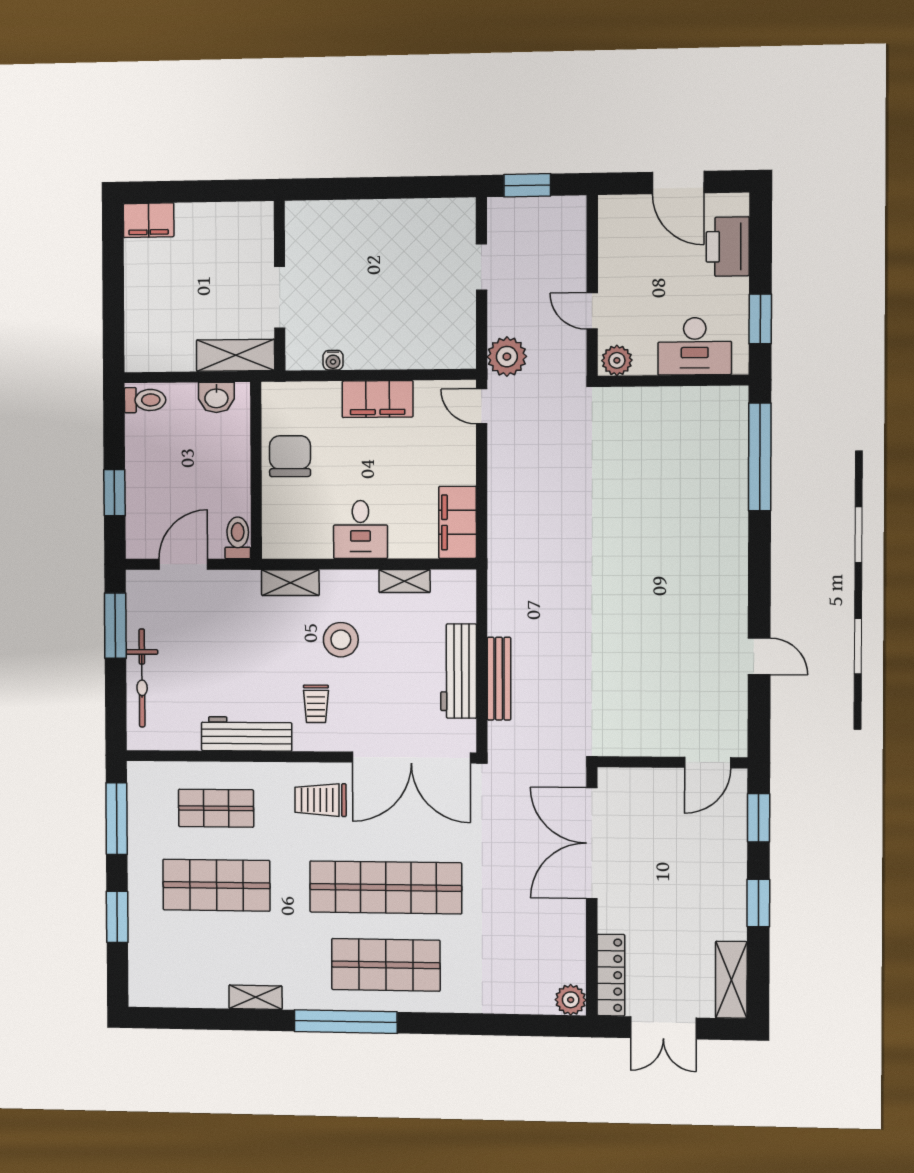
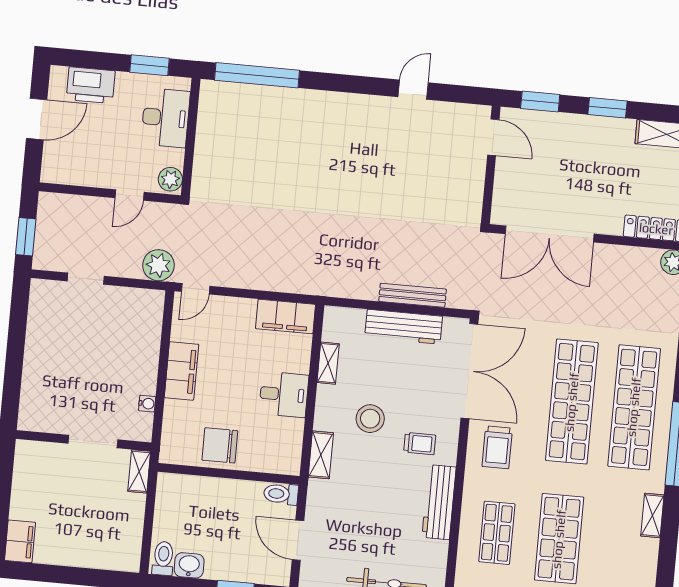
shelving: (235, 355) -> (139, 471), width x0.67, depth x0.75
washbasin: (216, 397) -> (189, 565), moved, turned -90
shop shelf: (386, 965) -> (634, 407), width x1.40

